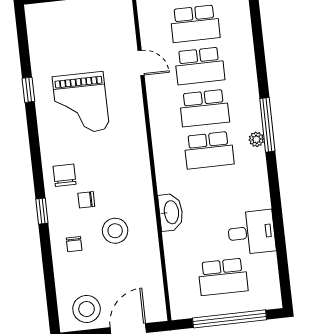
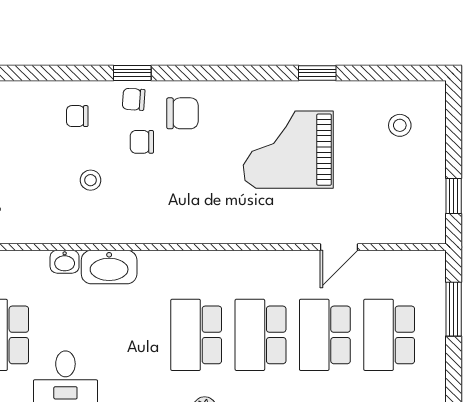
stool: (57, 32) -> (400, 125), added
chair: (86, 200) -> (142, 142), turned -90
chair: (59, 208) -> (134, 99), added
stool: (115, 231) -> (91, 180), width x0.53, depth x0.53
washbasin: (170, 242) -> (65, 262), added

